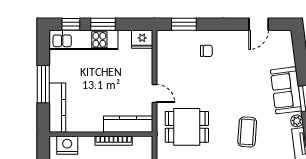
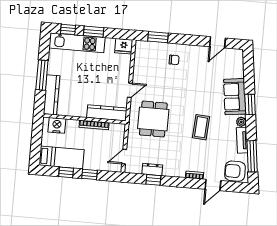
door: (155, 94) -> (130, 90), hinge flipped
dining table: (187, 127) -> (153, 119), turned 90

